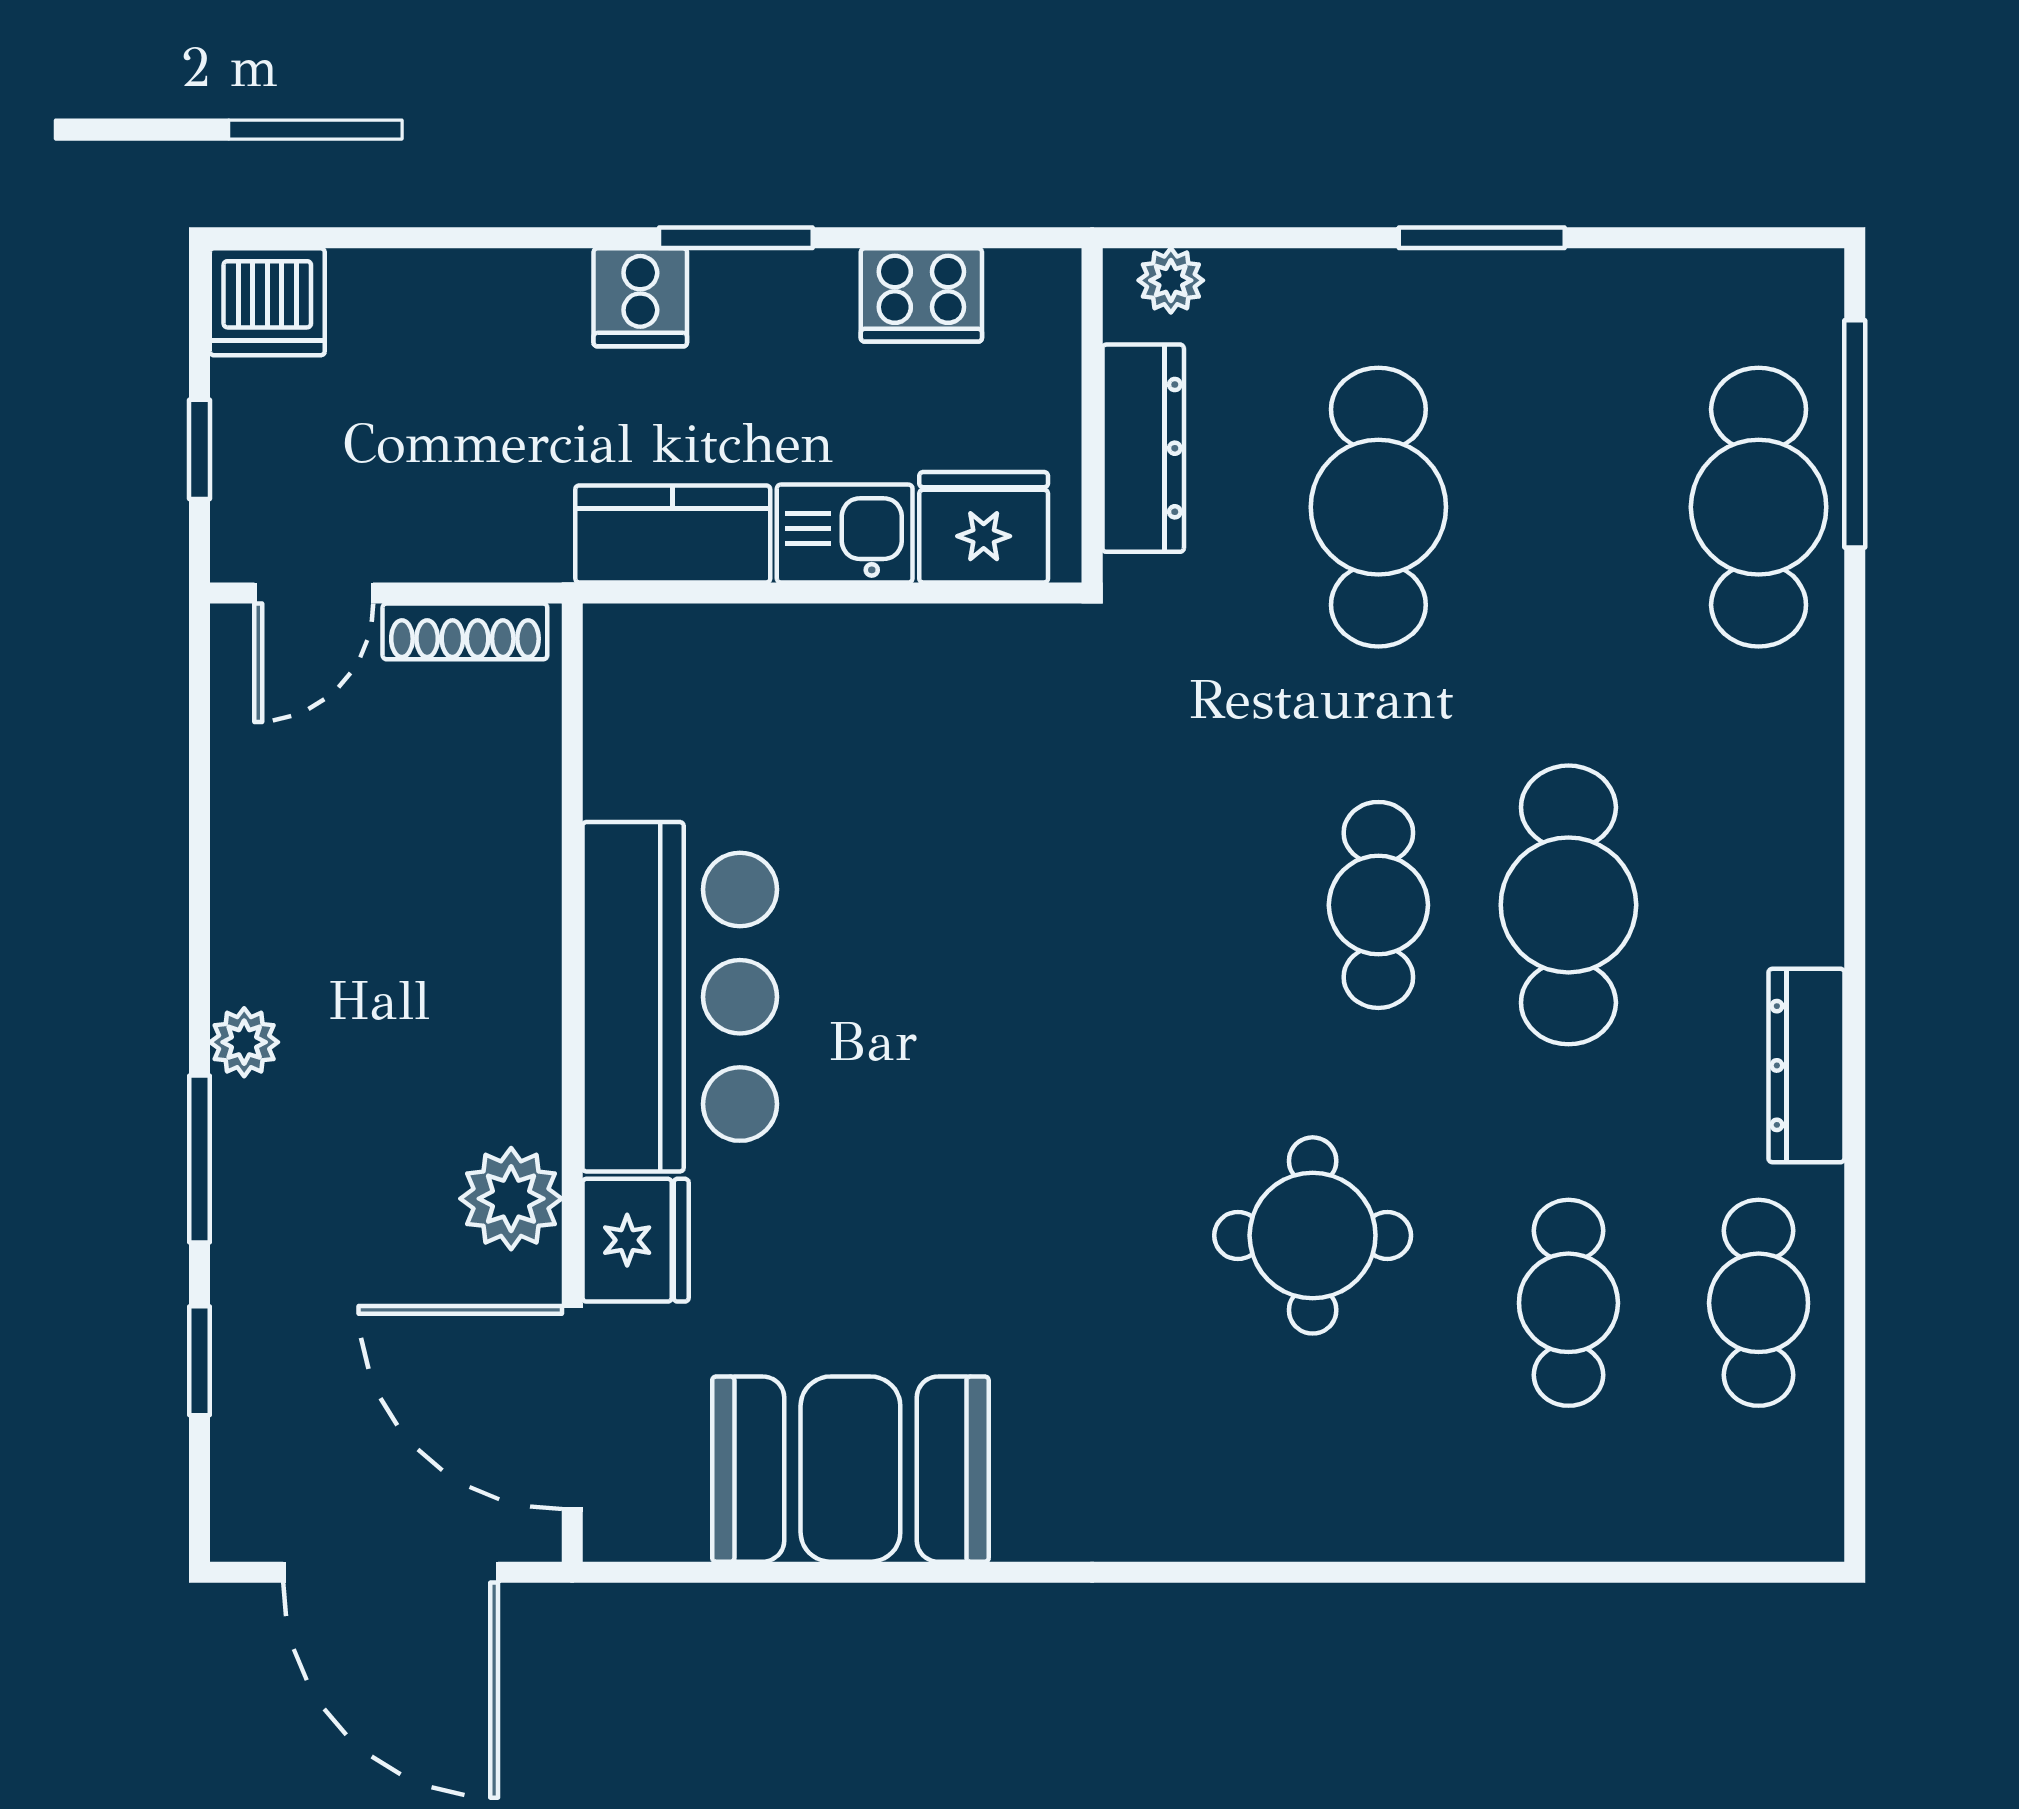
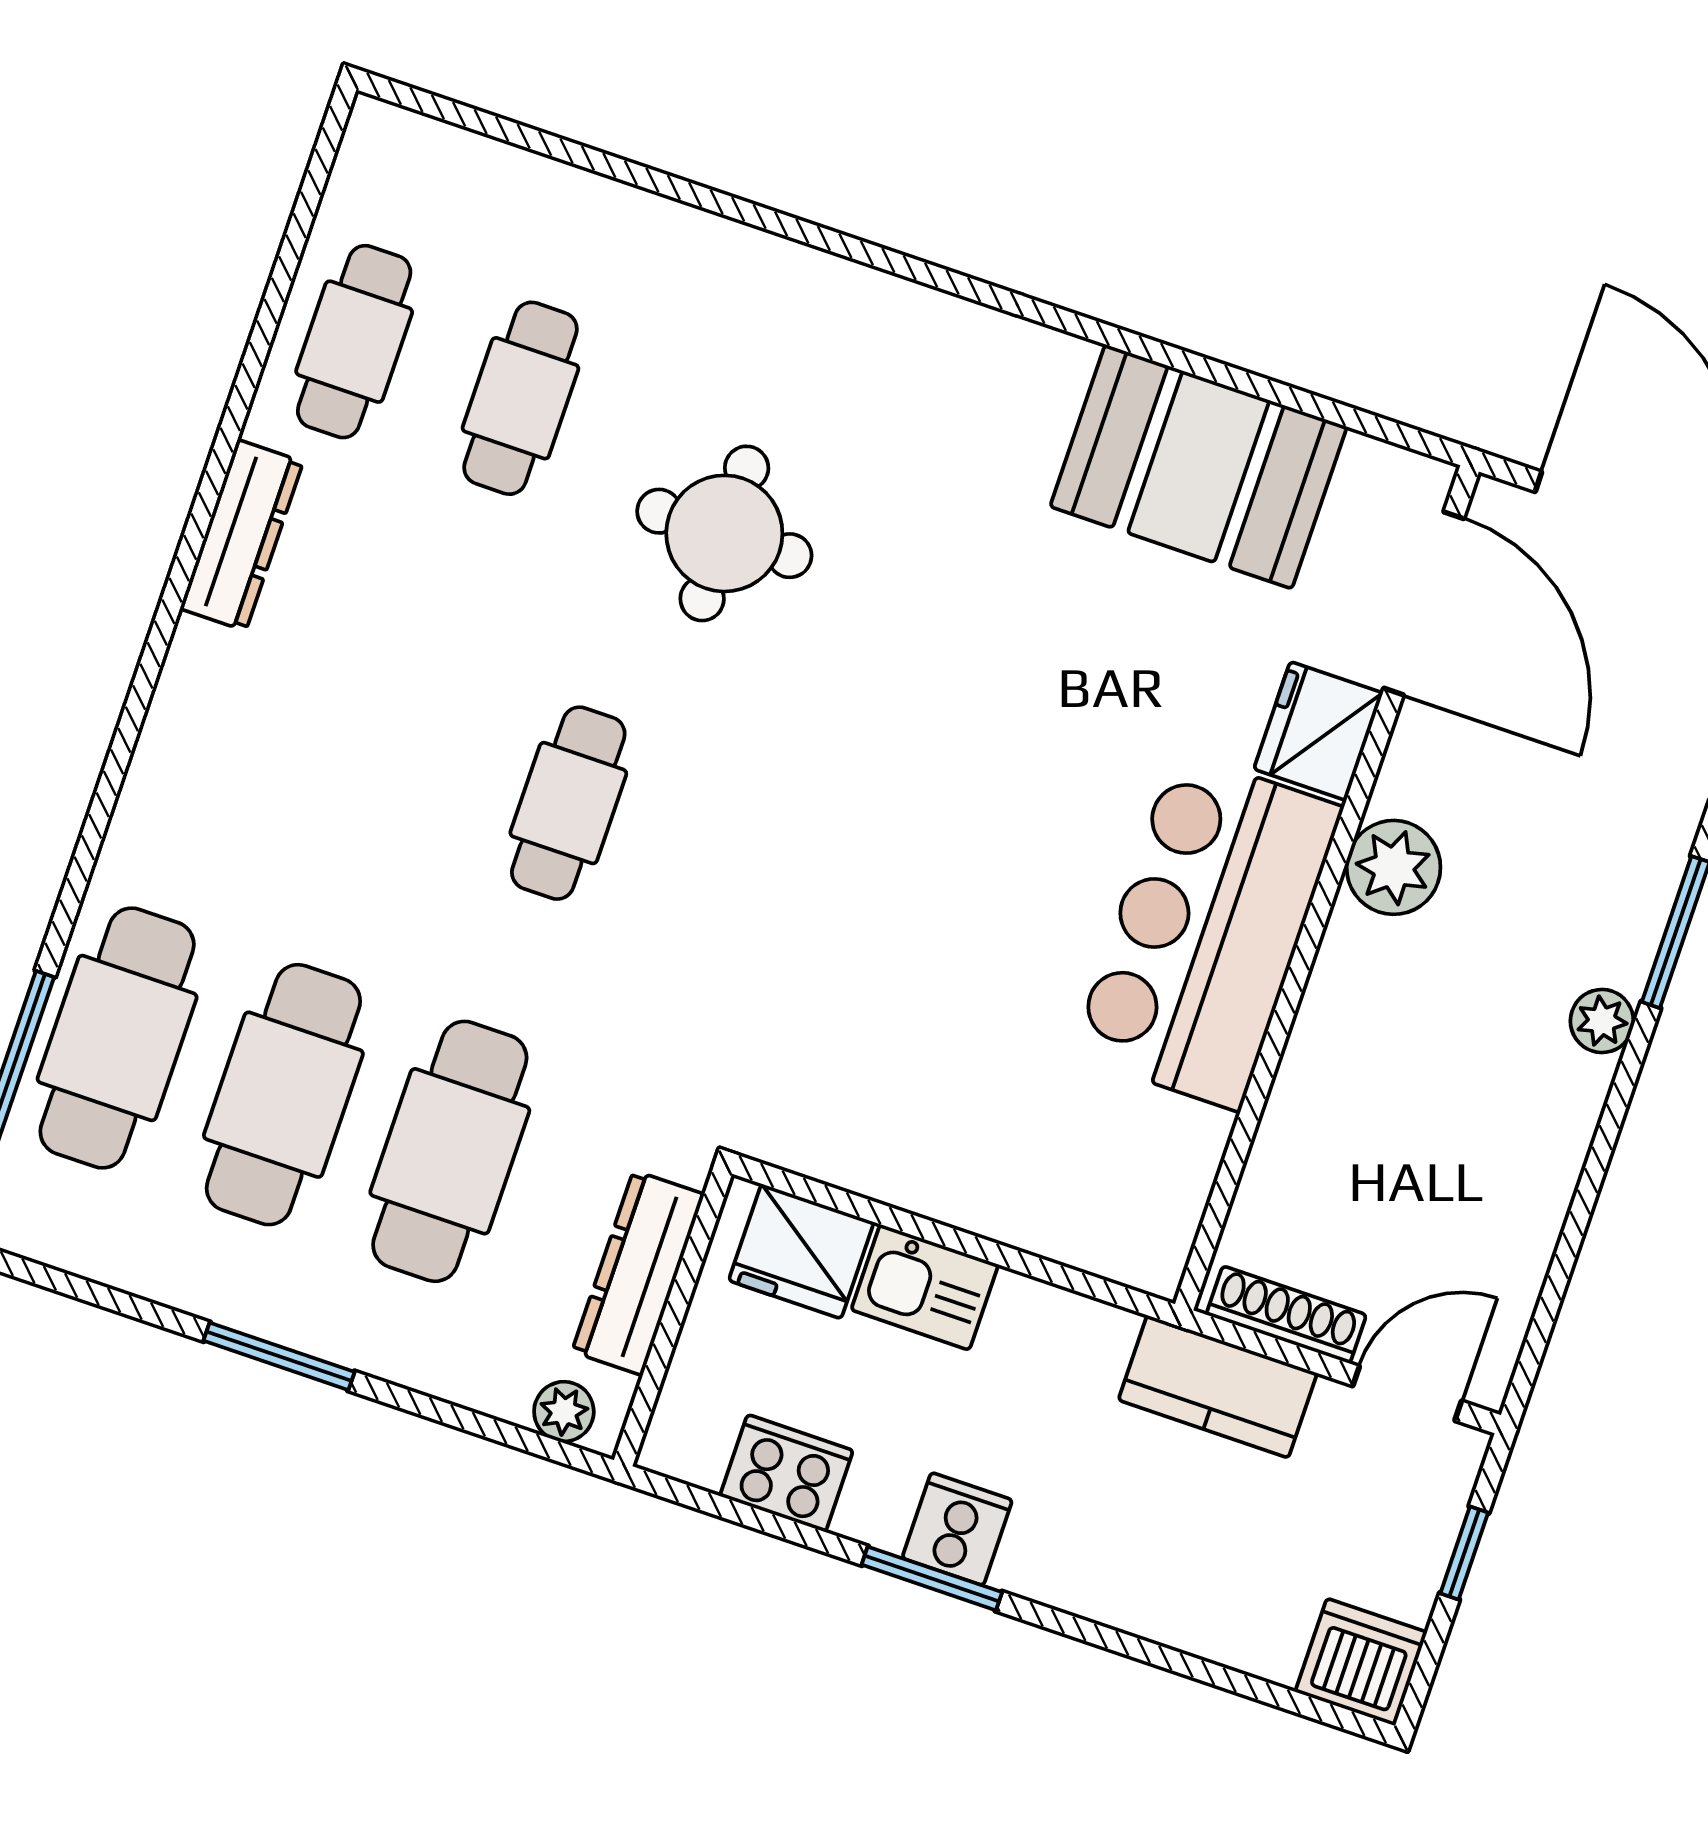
cooker: (640, 297) -> (957, 1529), moved
kitchen counter: (673, 534) -> (1218, 1387), moved
cafe table: (1568, 905) -> (283, 1095), moved
plant: (511, 1199) -> (1394, 867), moved

